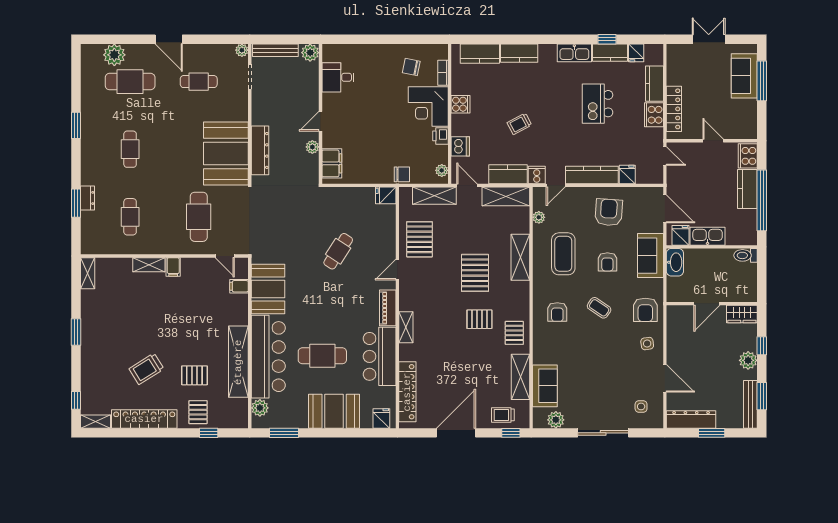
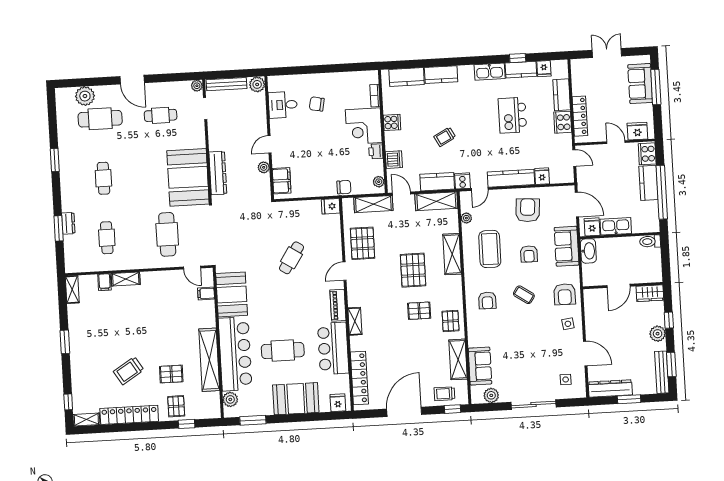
chair: (411, 67) -> (317, 104), moved
fridge: (738, 130) -> (637, 131), added
filing cabinet: (173, 267) -> (104, 282), moved

